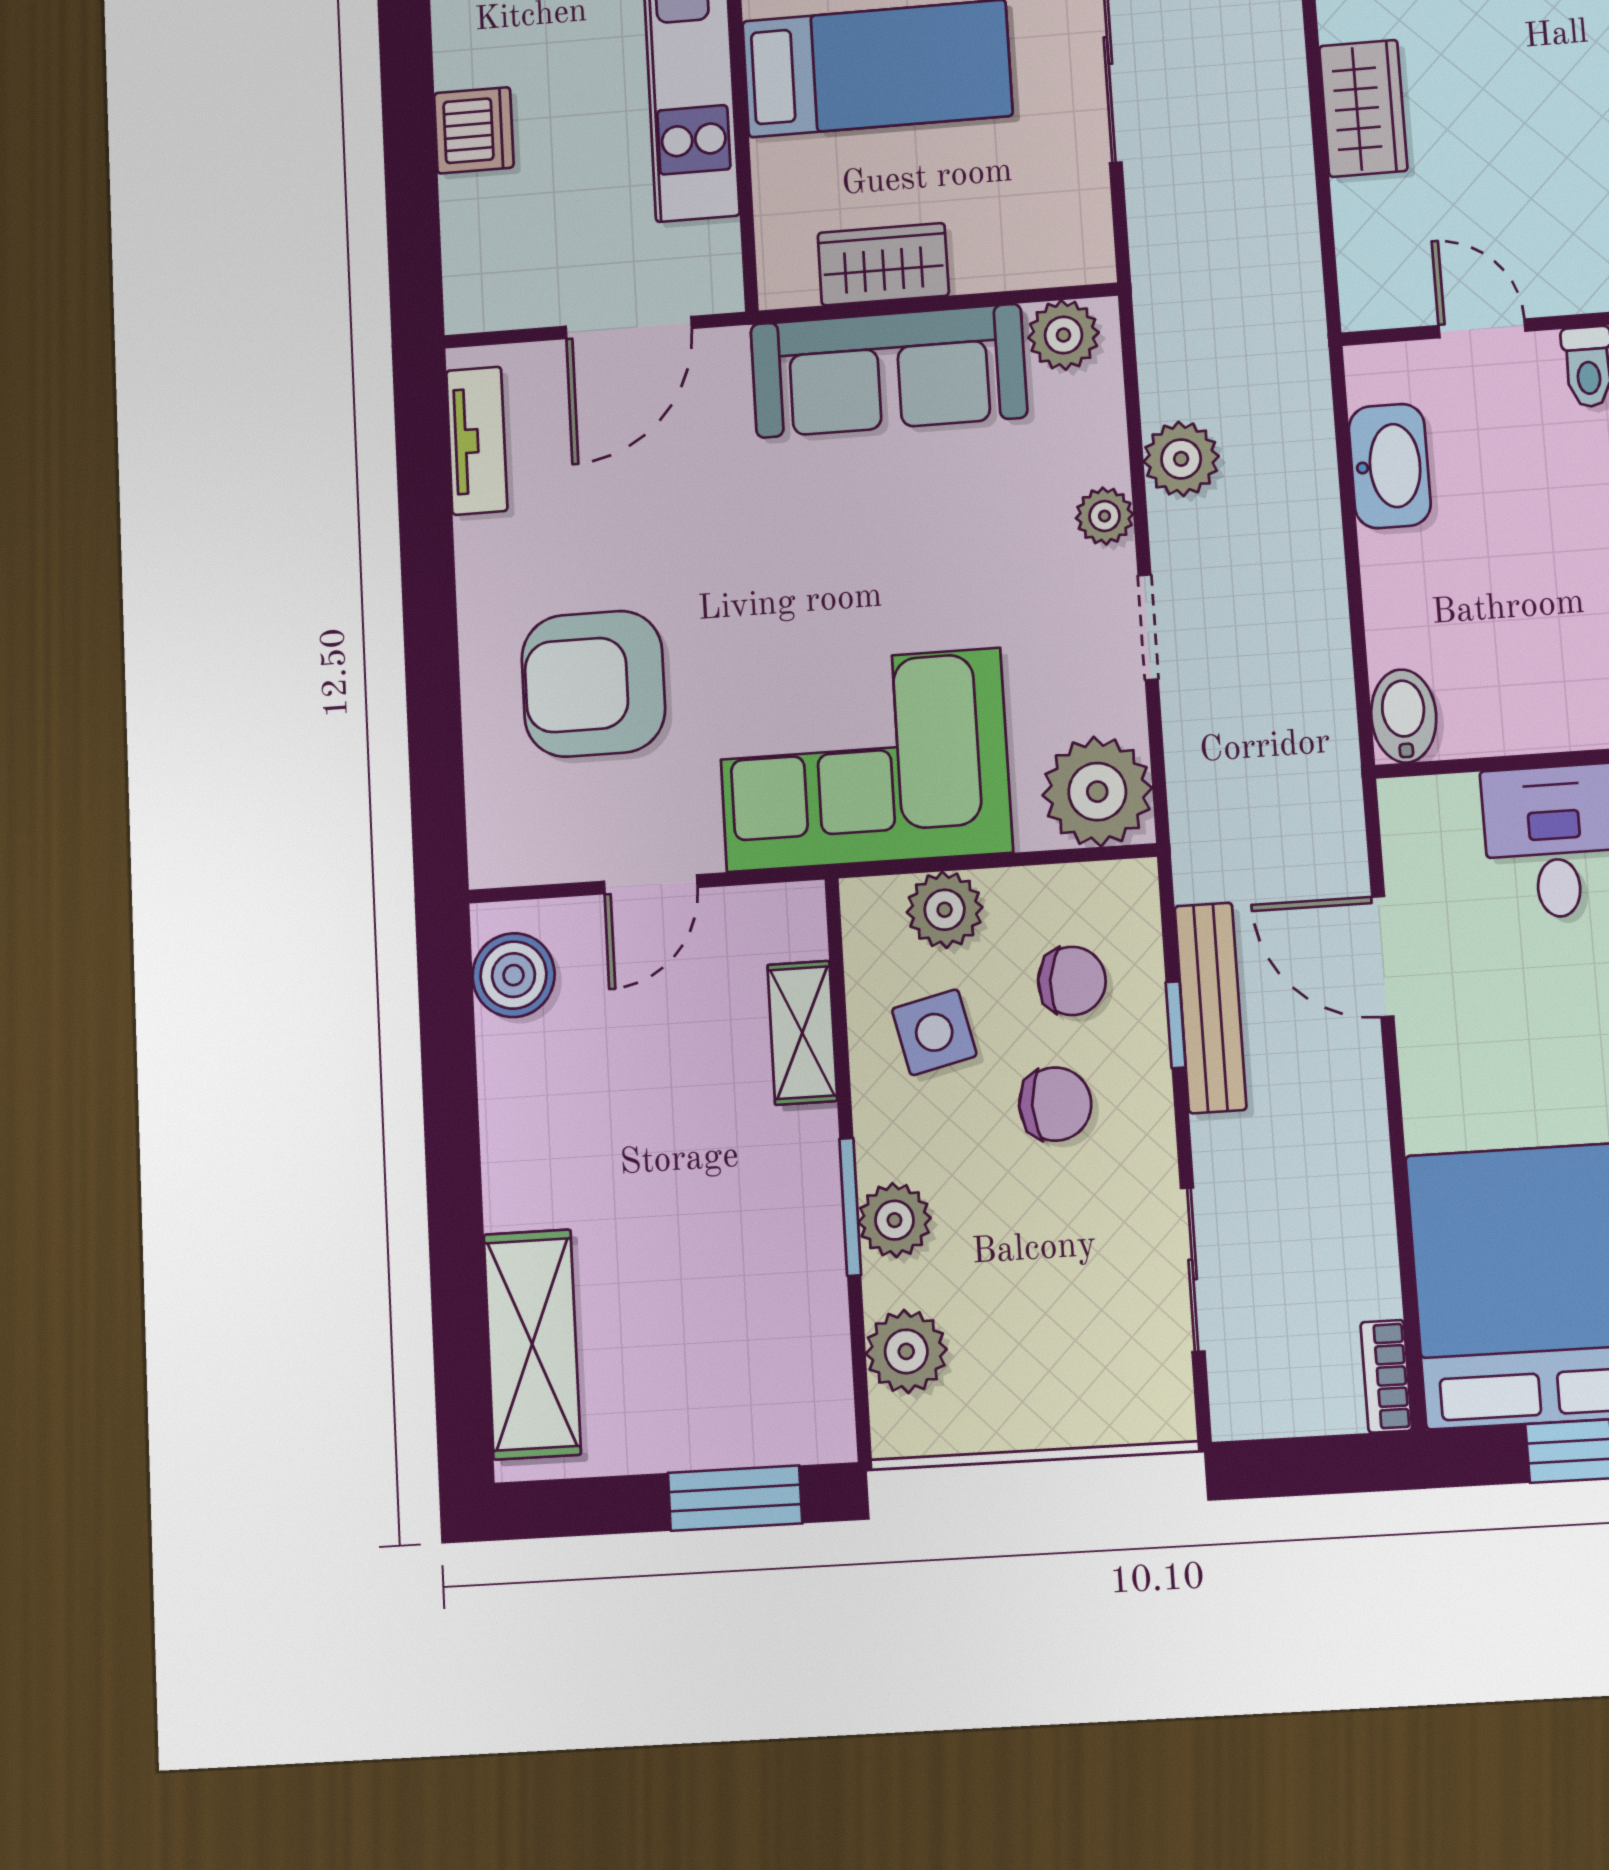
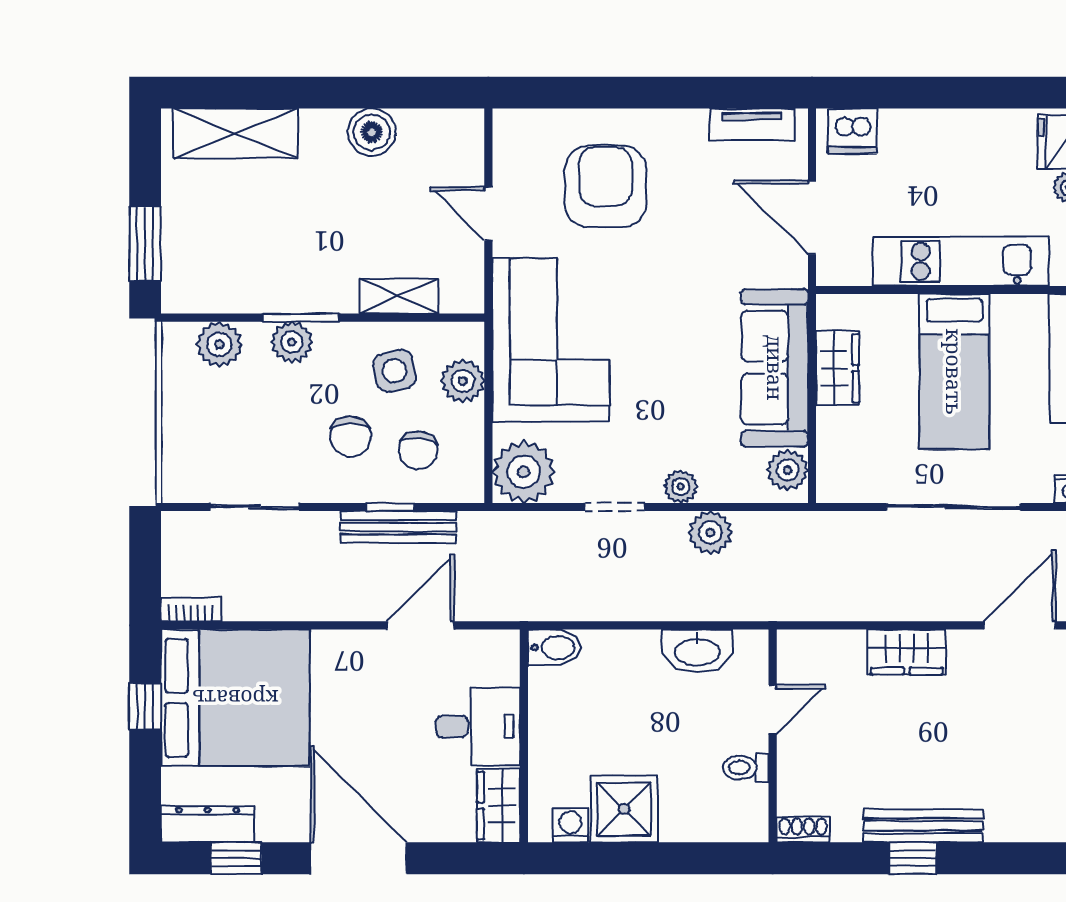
dishwasher: (474, 130) -> (852, 131), moved
boiler: (514, 975) -> (372, 132), moved

